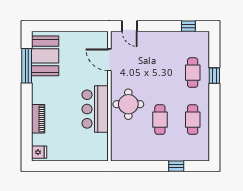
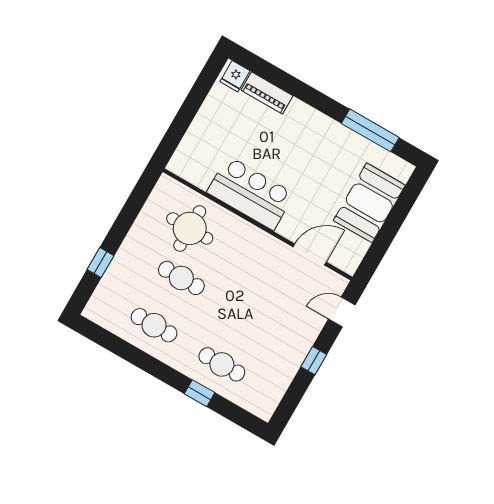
window: (188, 26) -> (314, 361), moved
booth: (45, 56) -> (369, 203), moved, turned 90
round table: (128, 104) -> (190, 228), moved
piano: (38, 119) -> (267, 93), moved

